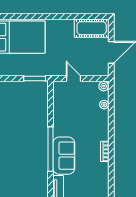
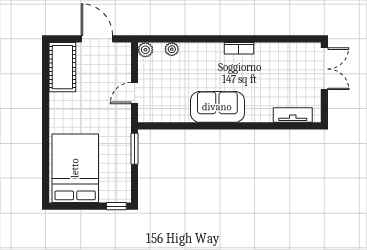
window: (51, 149) -> (236, 126), removed
sofa: (64, 156) -> (217, 107), moved

